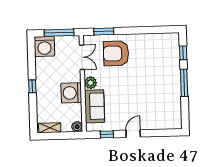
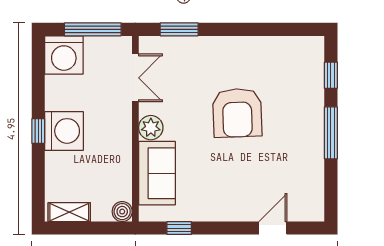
armchair: (116, 53) -> (237, 113), moved, turned -92
washing machine: (71, 93) -> (64, 131), moved, turned 180
door: (133, 134) -> (273, 228), moved

